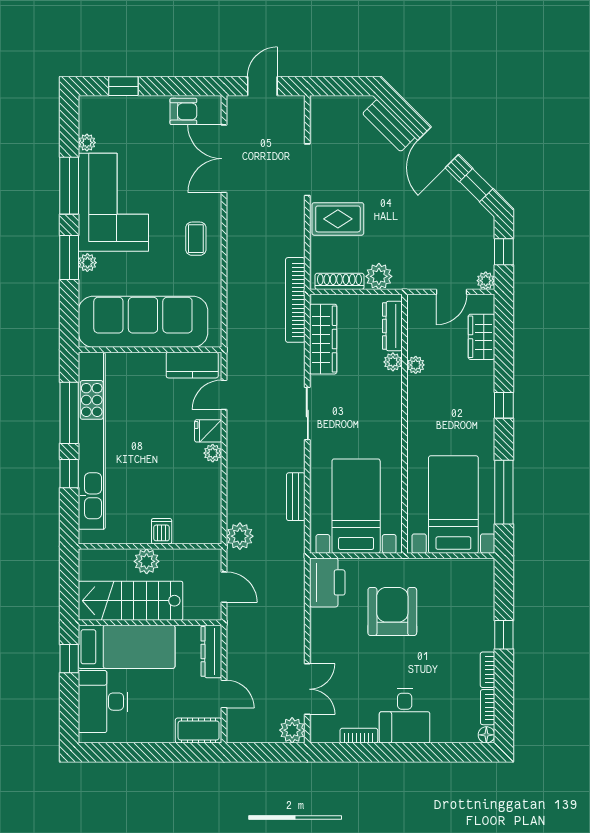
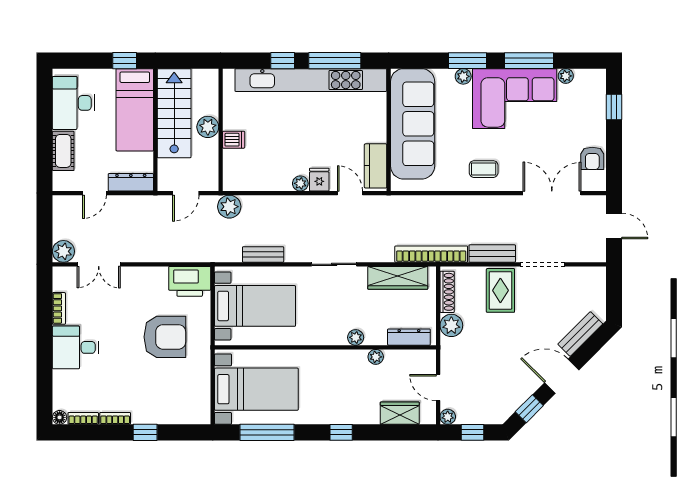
bench: (295, 229) -> (492, 253), added
plant: (393, 362) -> (356, 337), moved
desk: (103, 702) -> (73, 103), moved, turned -90
cot: (199, 730) -> (63, 151), moved

